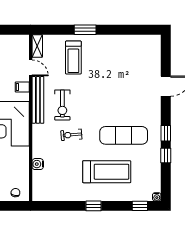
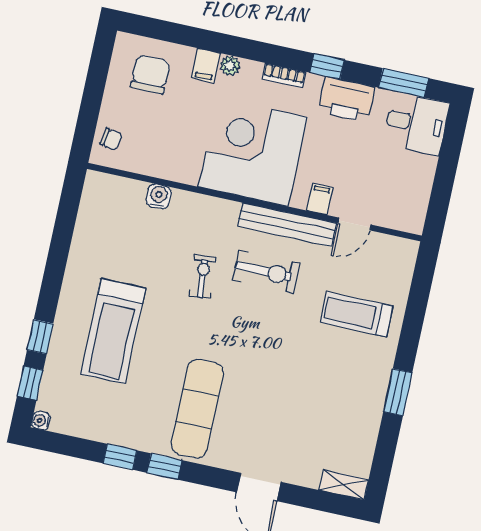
window: (85, 30) -> (398, 392), moved
shelving: (37, 46) -> (344, 485), moved
exercise bike: (62, 105) -> (266, 271), turned 180
exercise mat: (124, 135) -> (197, 409), moved
window: (93, 206) -> (40, 337), moved

